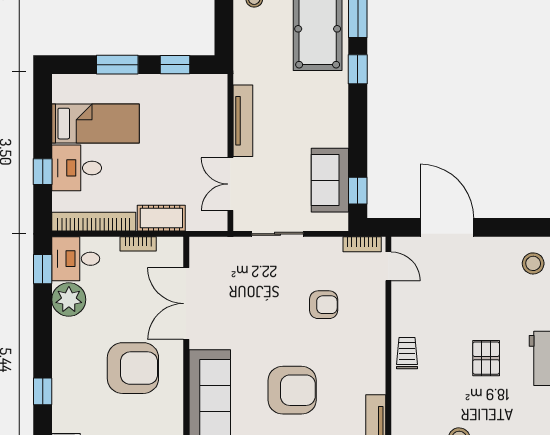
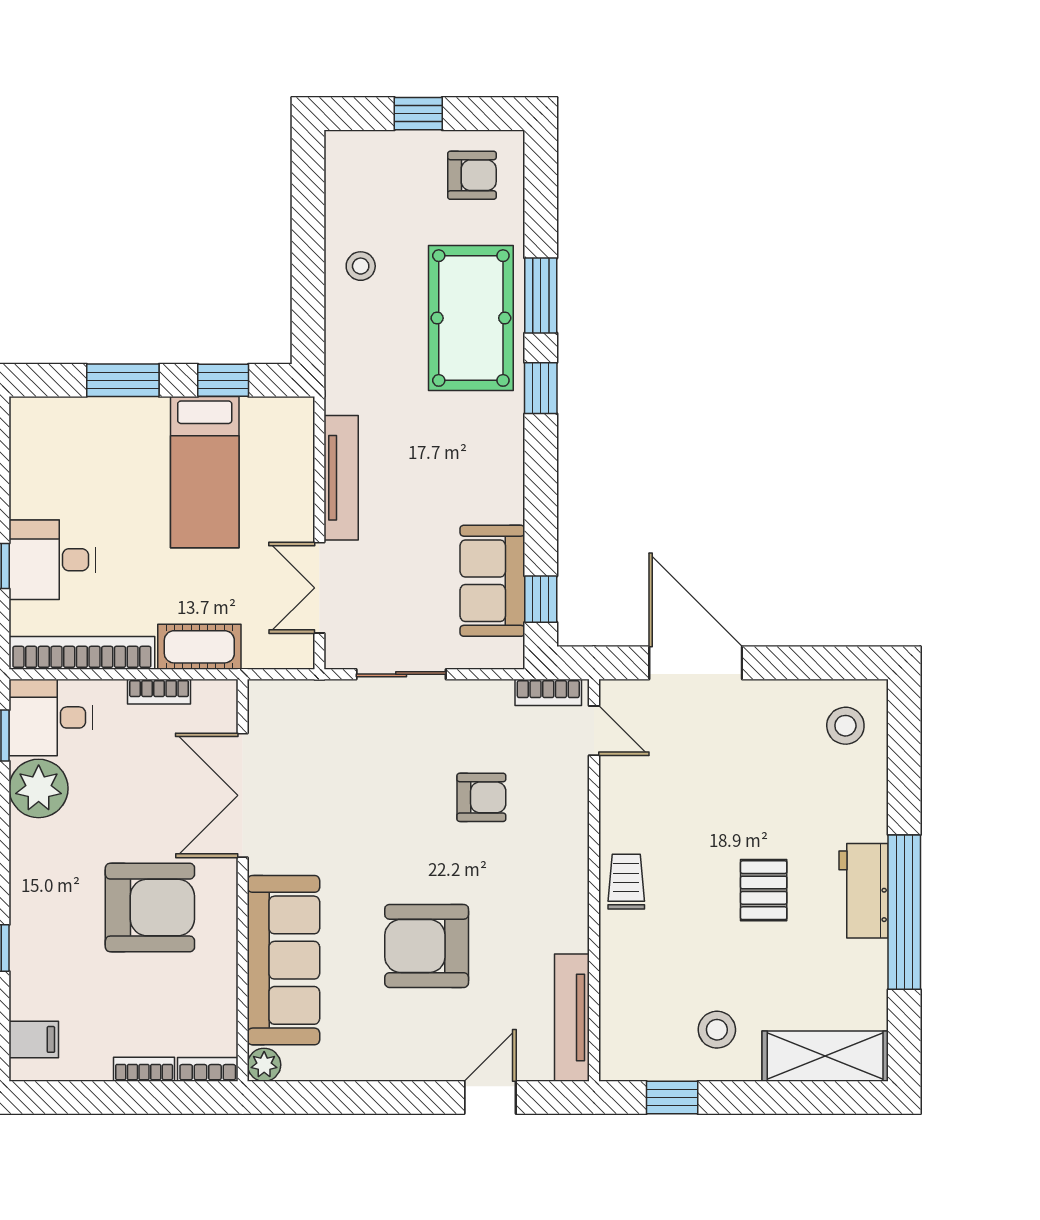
bed: (96, 124) -> (205, 472), moved, turned 90
armchair: (292, 390) -> (427, 946), turned 180

